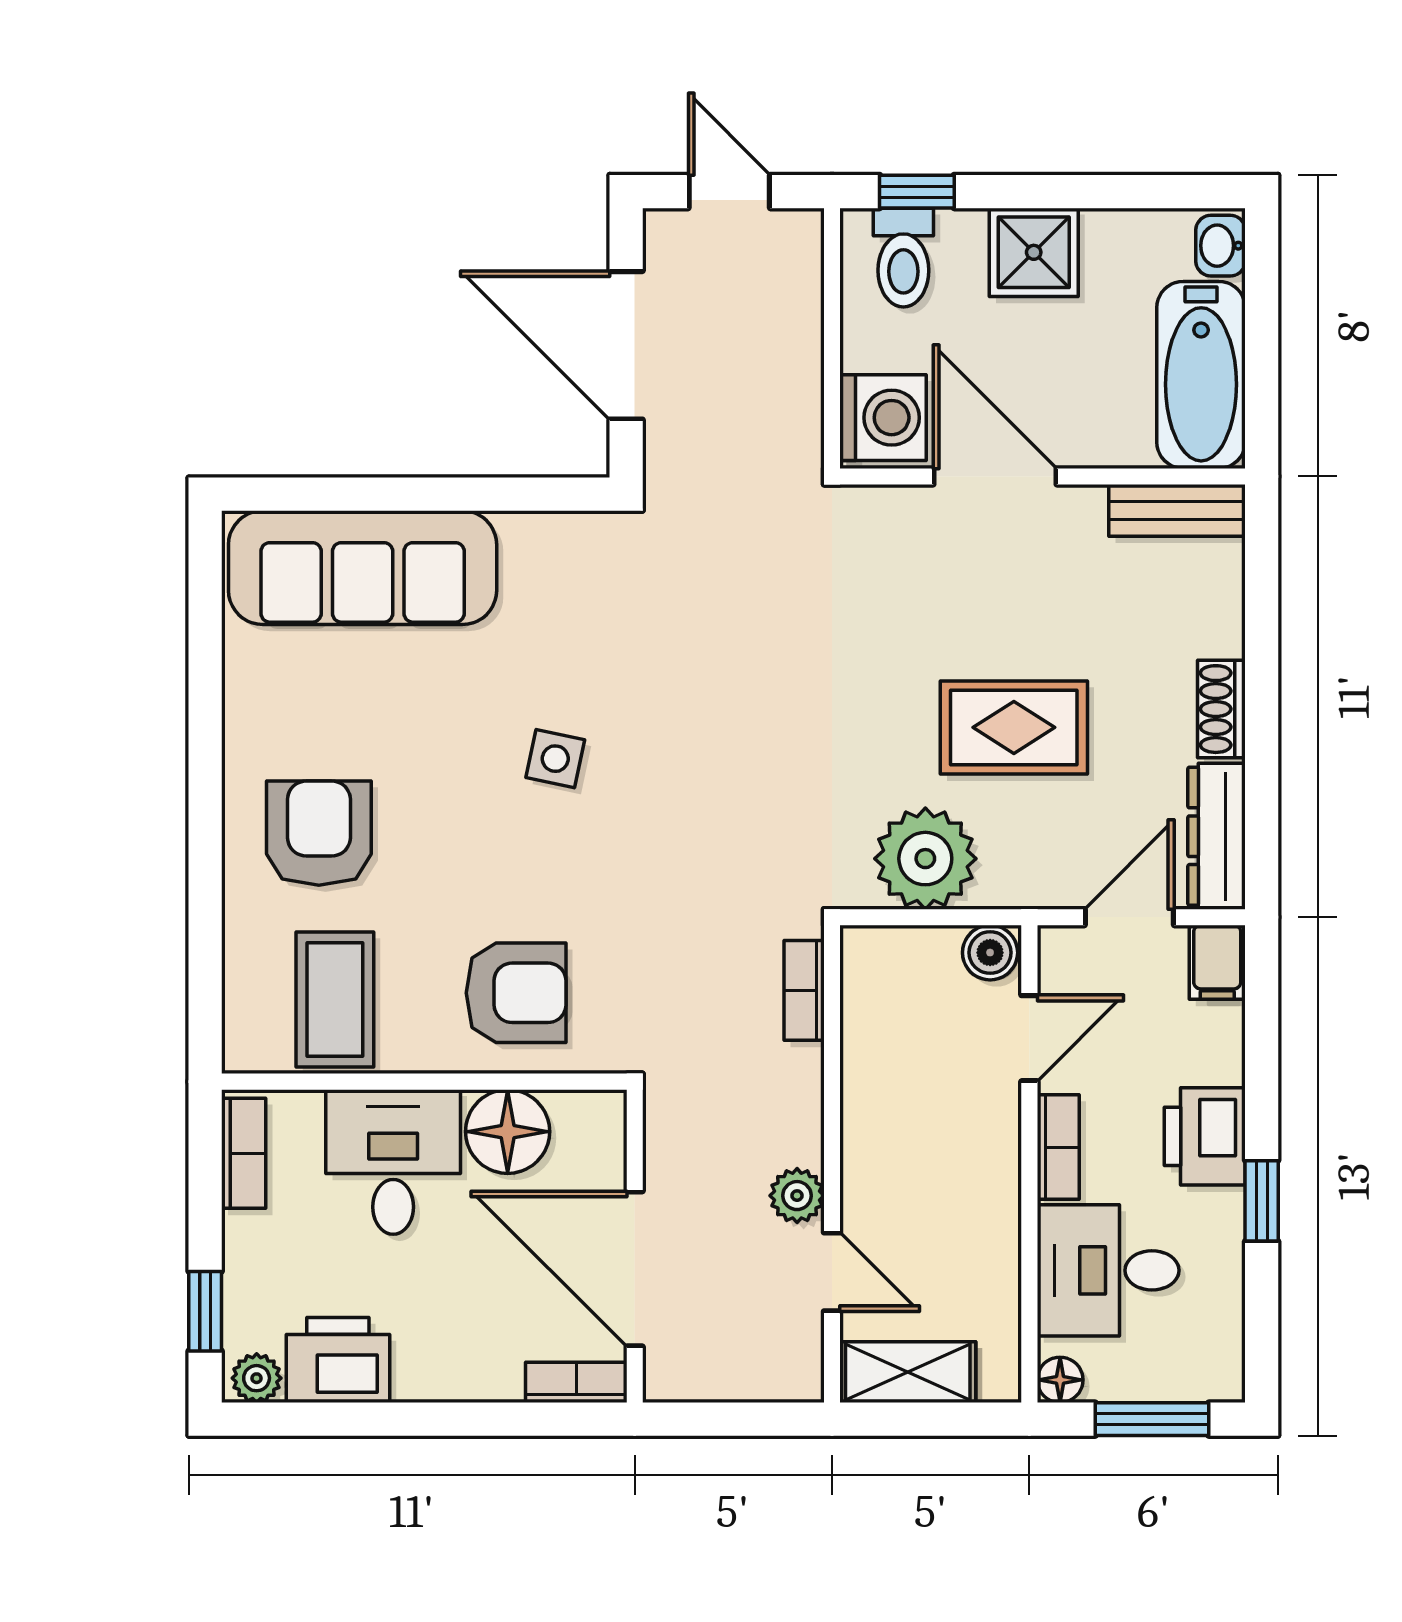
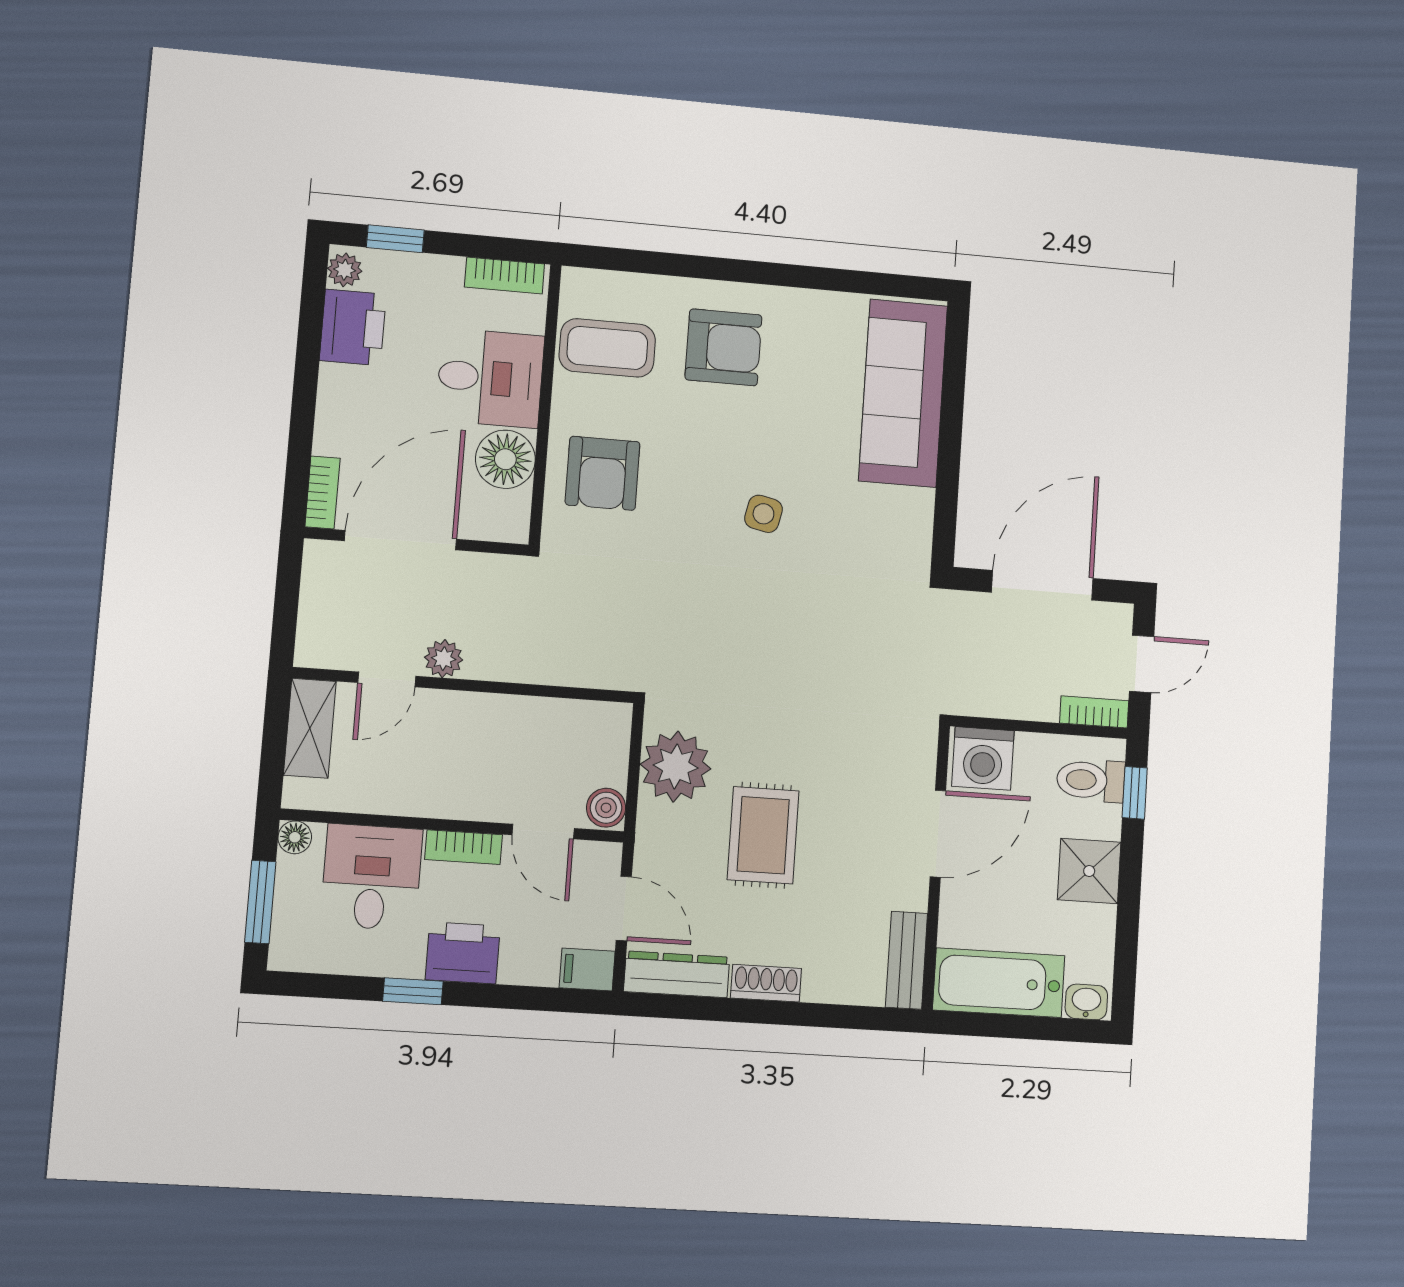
bookcase: (804, 990) -> (1094, 712), moved

